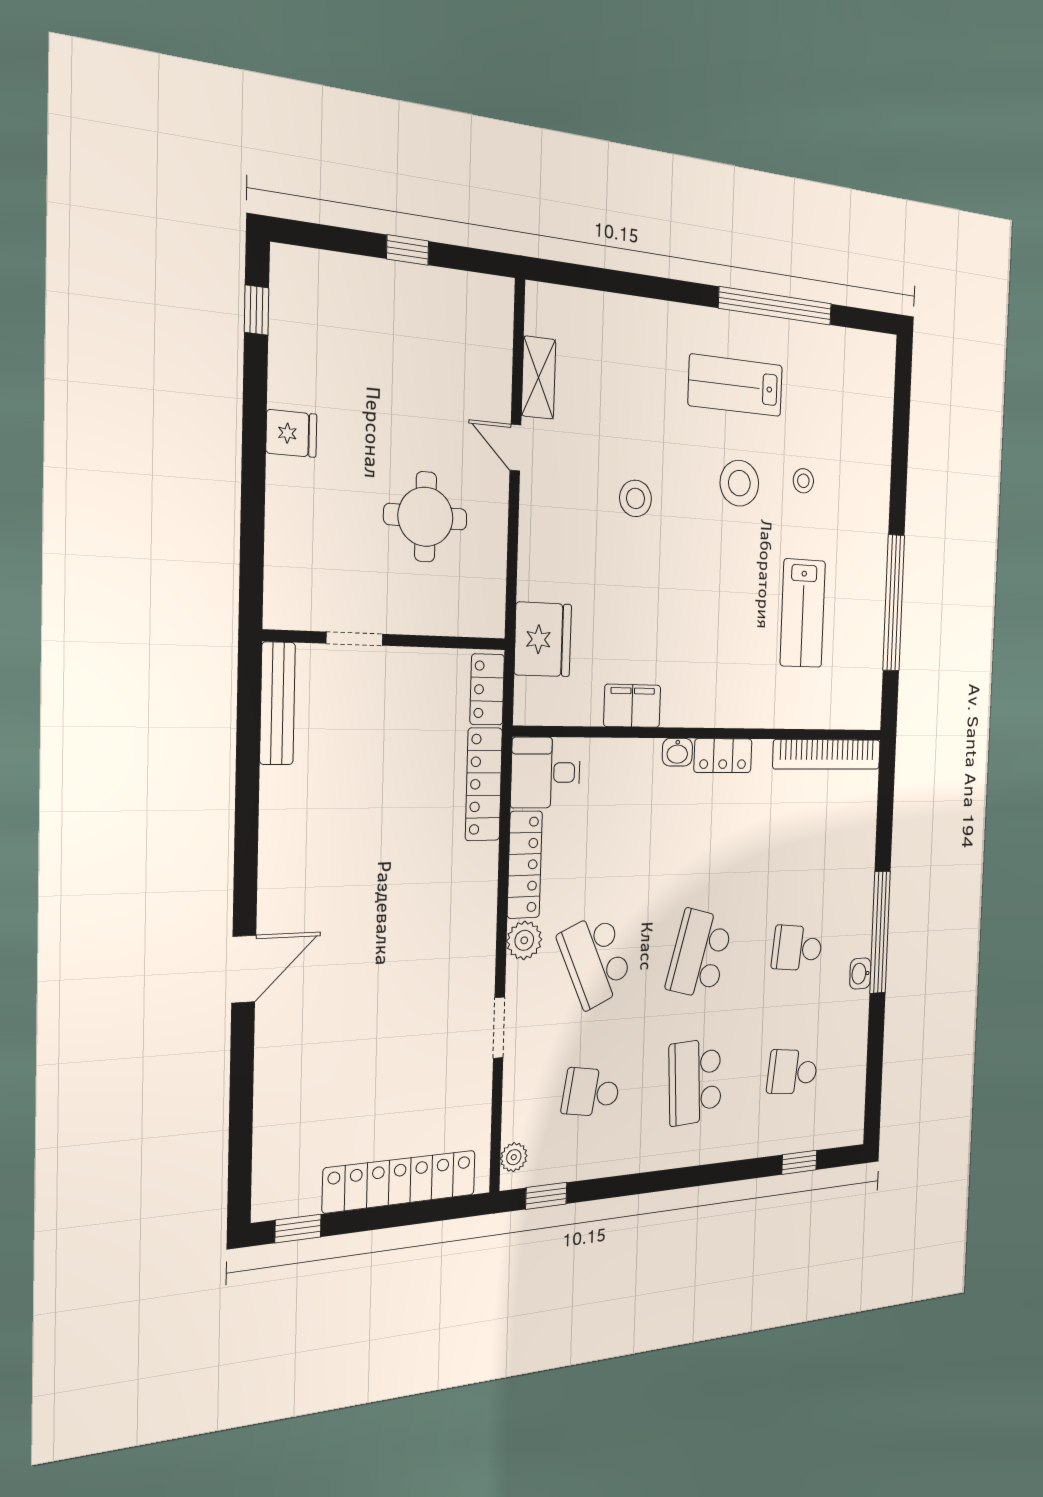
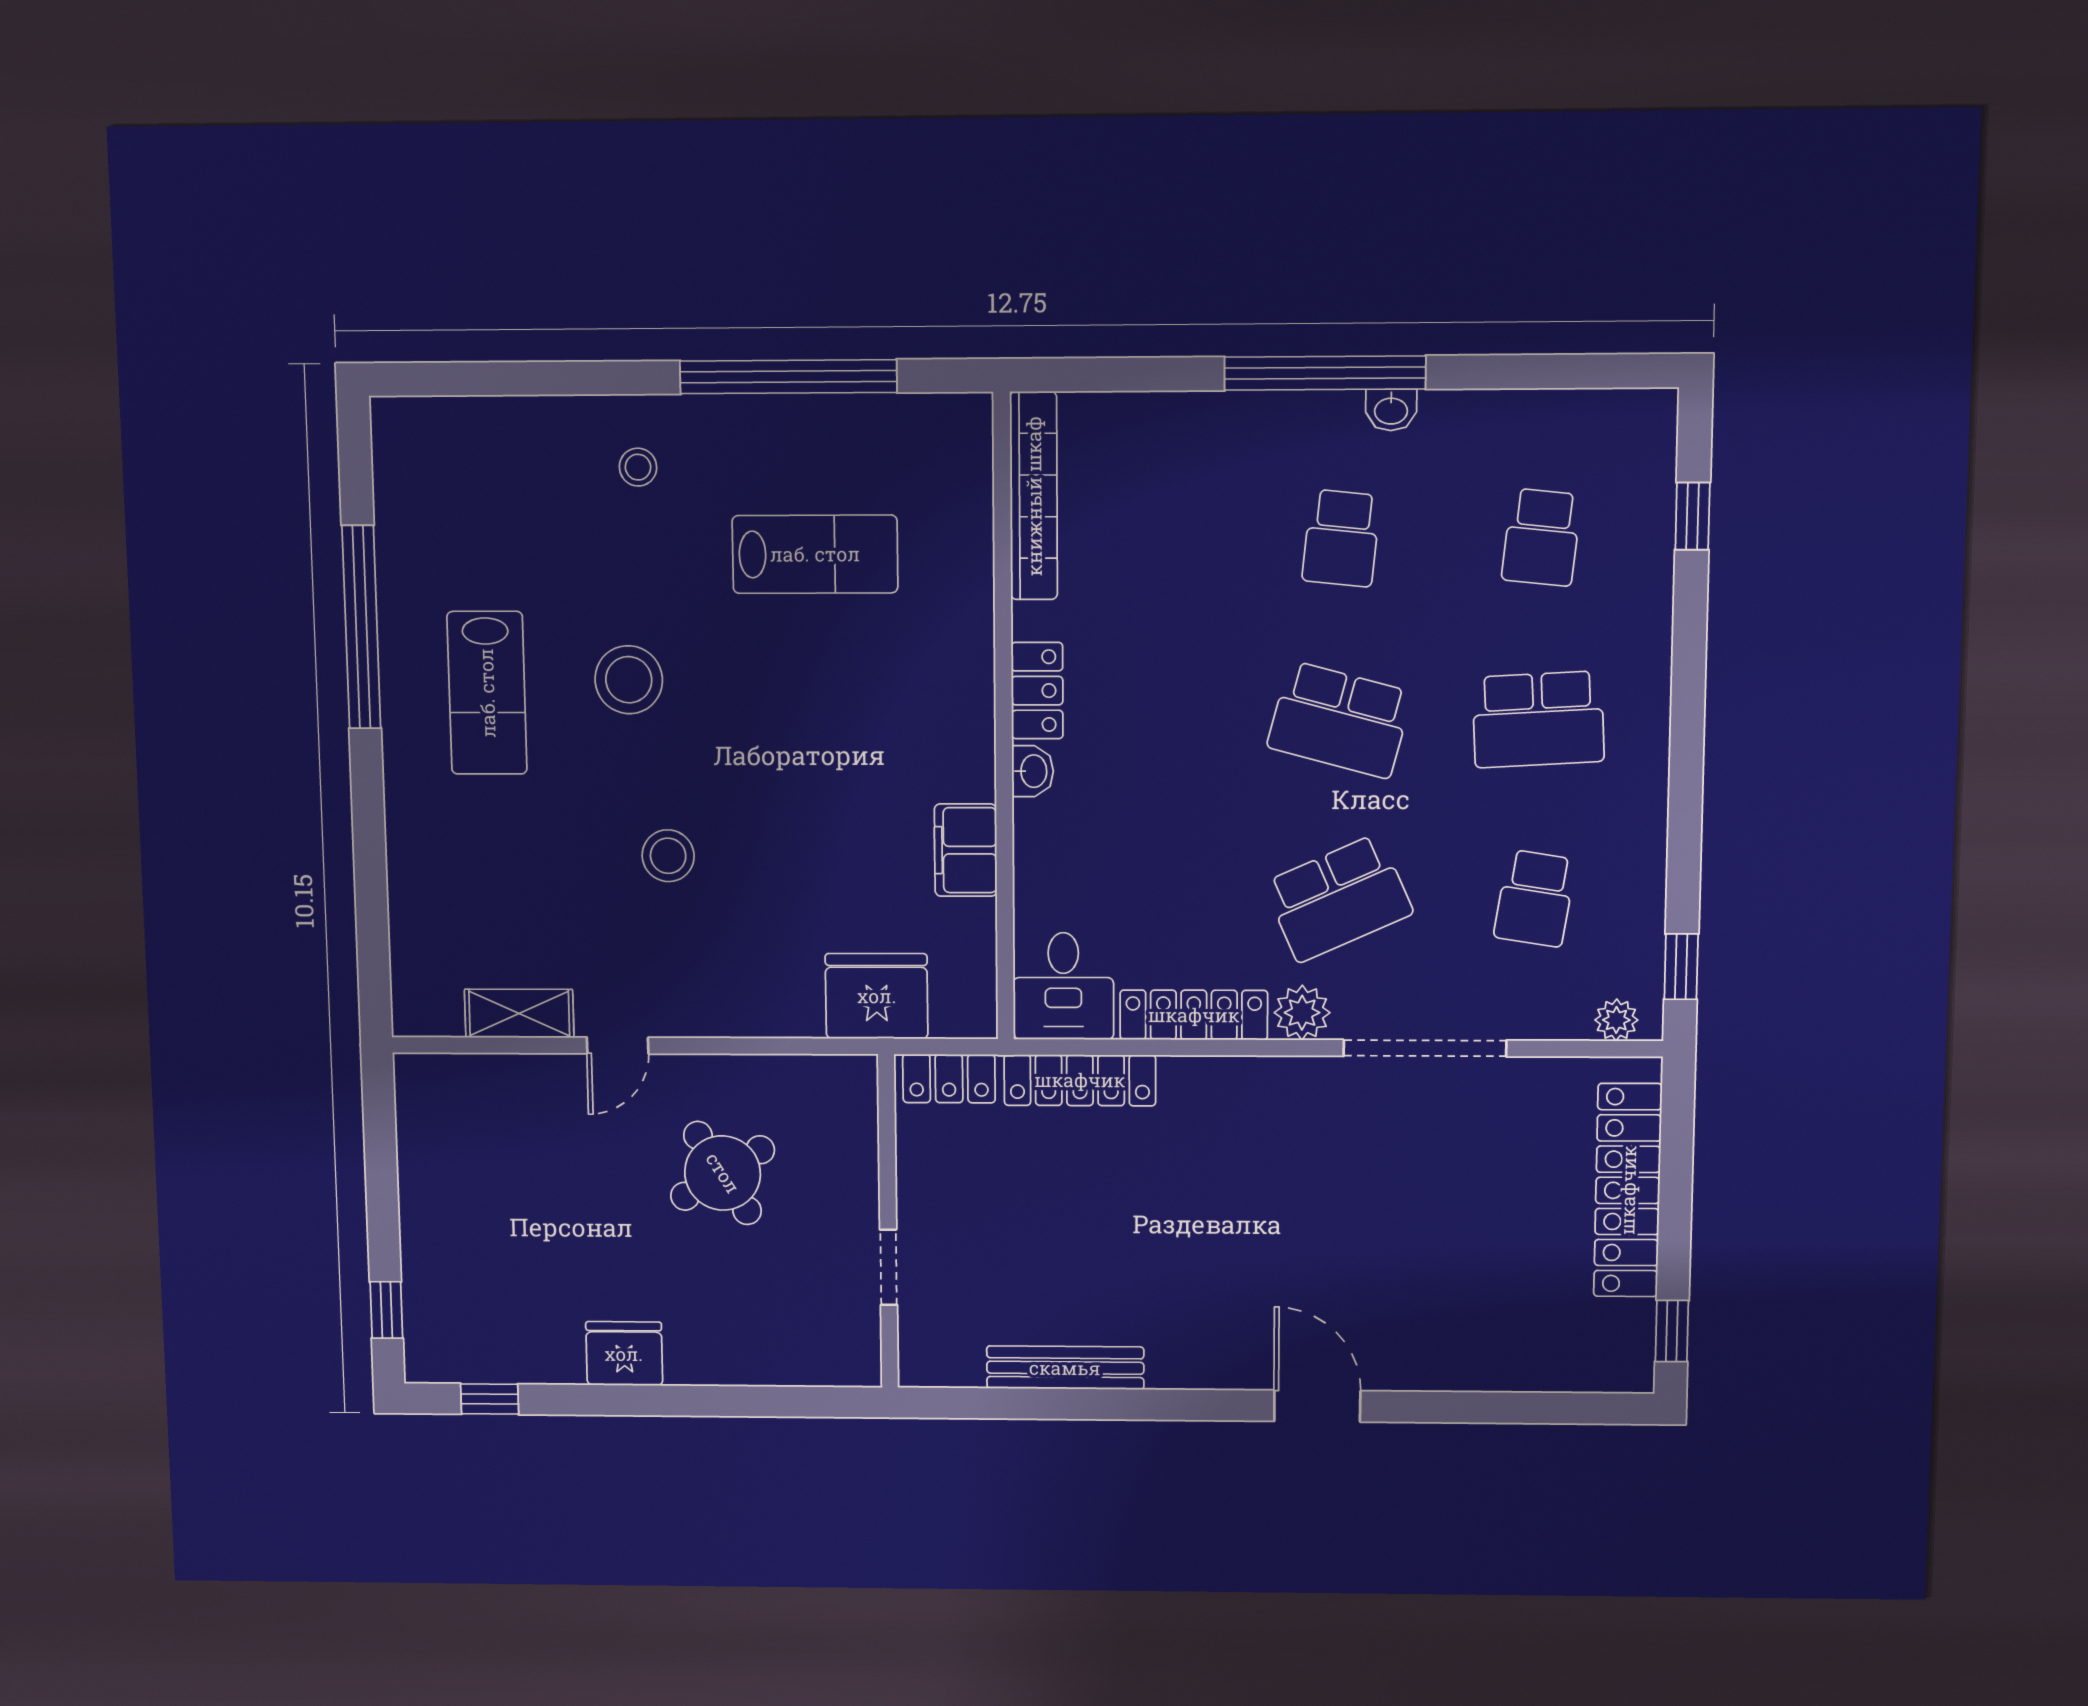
window: (408, 250) -> (386, 1310), moved
fridge: (291, 433) -> (624, 1354), width x1.38
stool: (803, 481) -> (638, 467), moved
round table: (425, 517) -> (723, 1173), turned -32
bench: (277, 703) -> (1065, 1368), moved
doorway: (499, 1028) -> (1425, 1048), width x1.88

